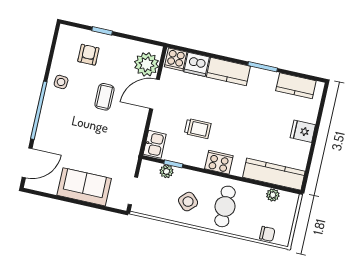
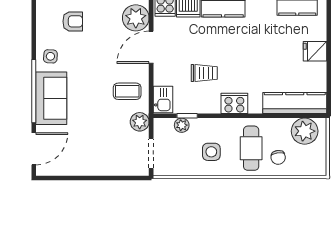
armchair: (88, 55) -> (73, 21), turned 90
coffee table: (104, 97) -> (127, 91), moved, turned 90
plant: (129, 160) -> (140, 122), added
sofa: (84, 187) -> (51, 98), moved, turned 90
plant: (273, 195) -> (305, 131), width x1.88, depth x1.88
side table: (188, 202) -> (211, 152), turned 45
chair: (267, 234) -> (278, 157), moved, turned 83

